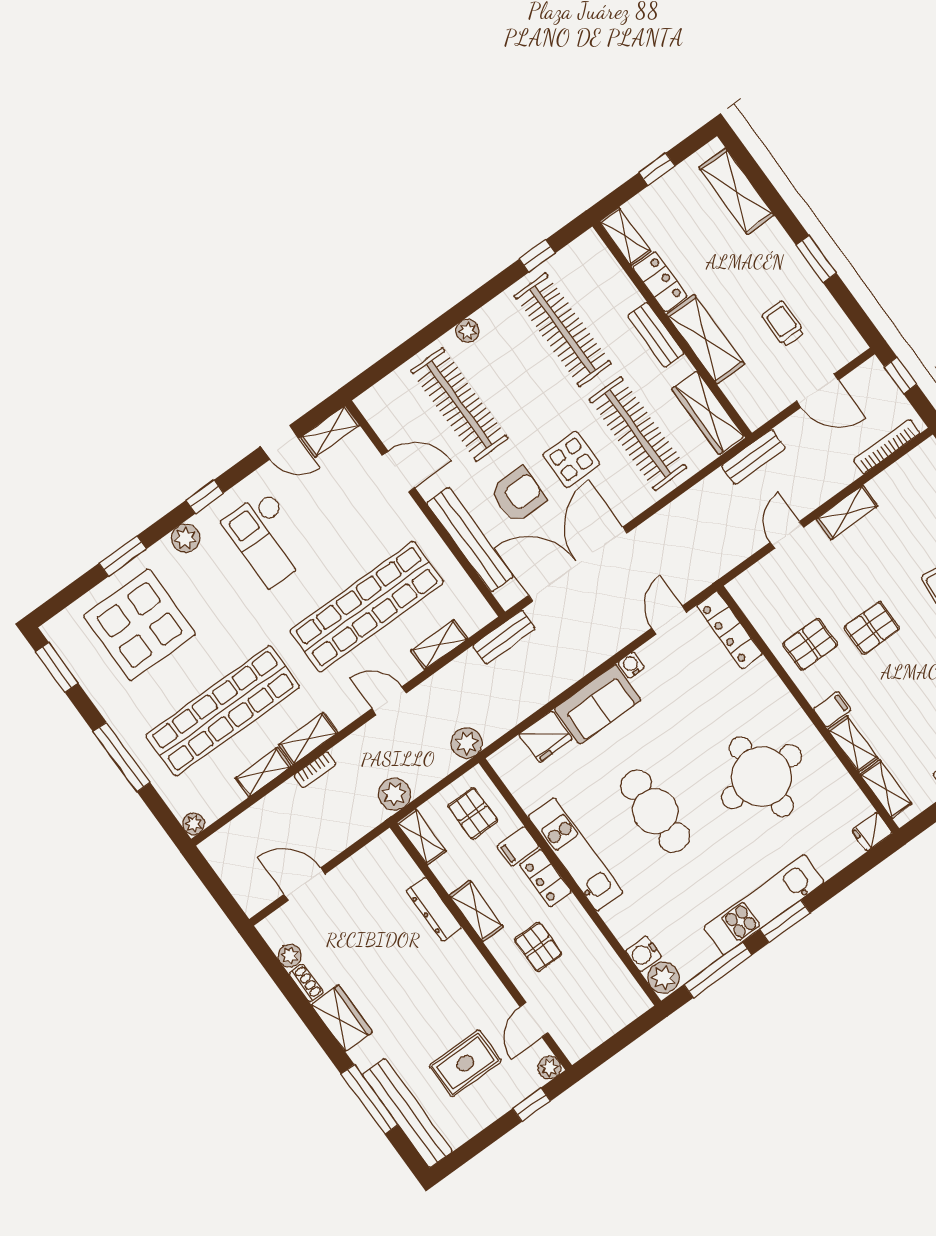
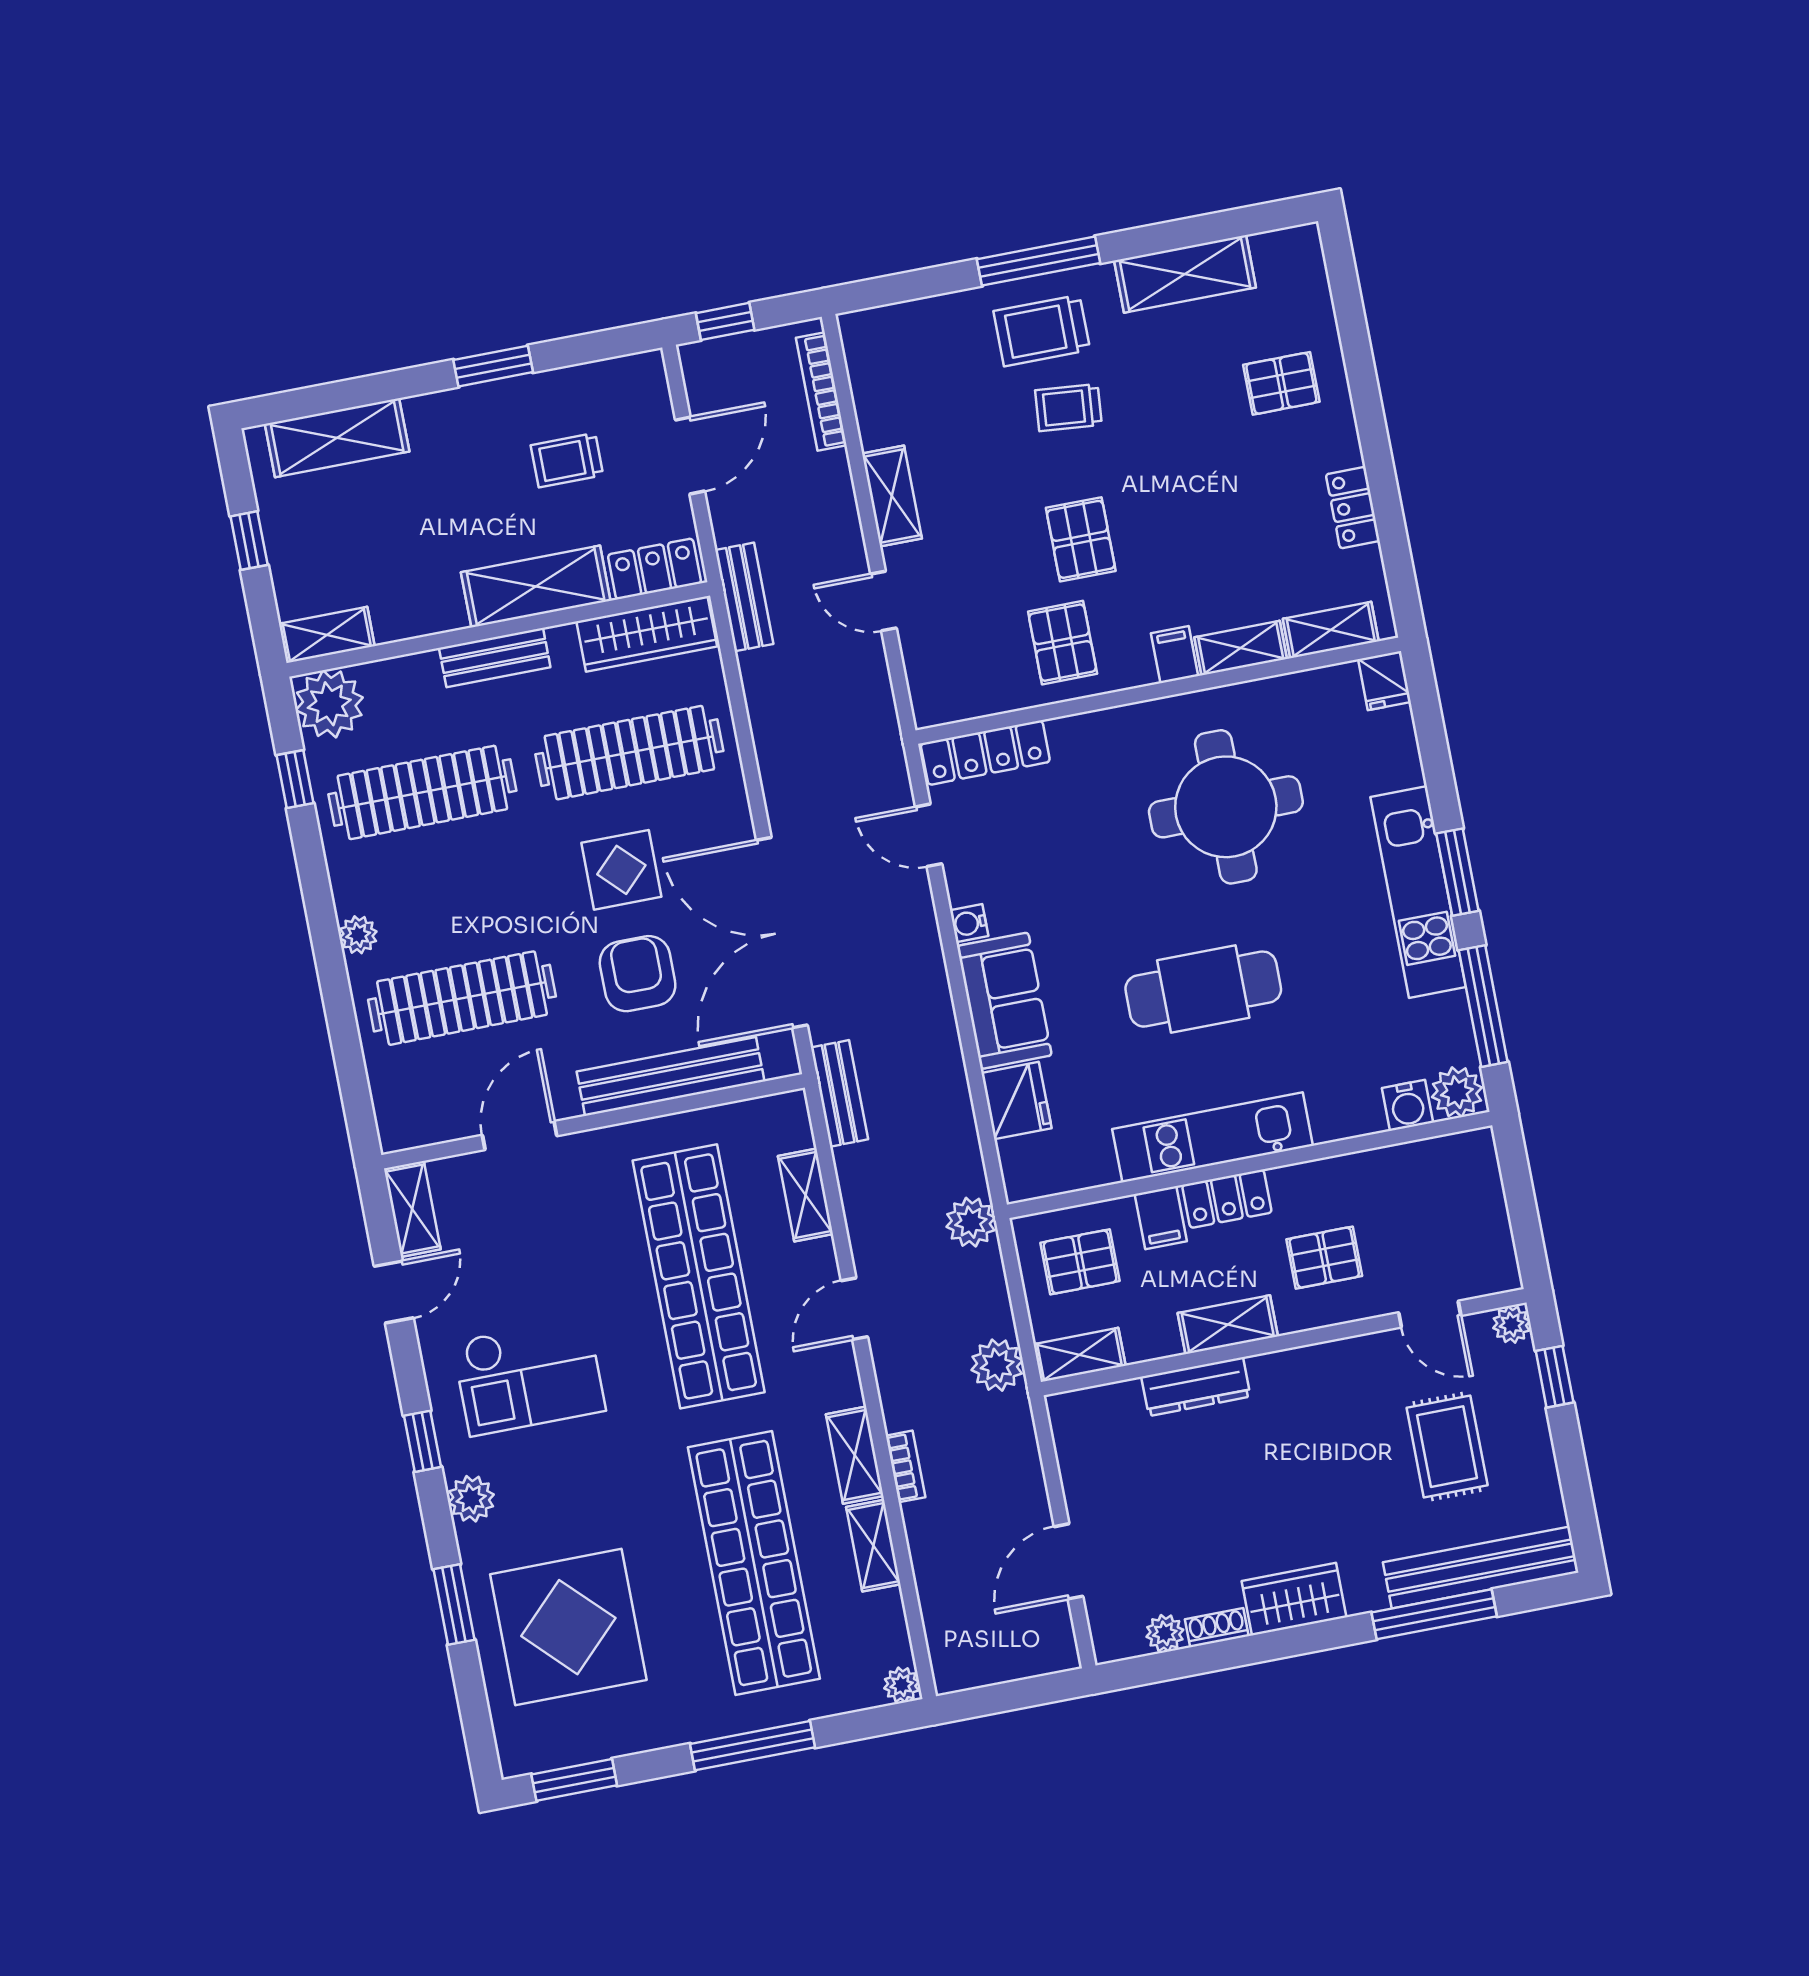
plant: (588, 255) -> (329, 704), added
locker: (660, 282) -> (655, 569), moved

